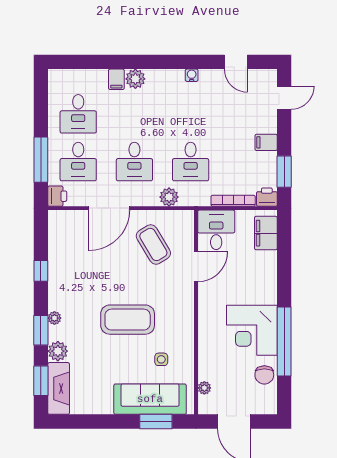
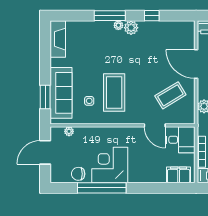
coffee table: (128, 320) -> (114, 93), moved
window: (41, 330) -> (110, 16), width x1.44
plant: (58, 351) -> (131, 28), moved
window: (41, 381) -> (74, 16), removed
fireplace: (59, 388) -> (58, 39), moved, turned -90

